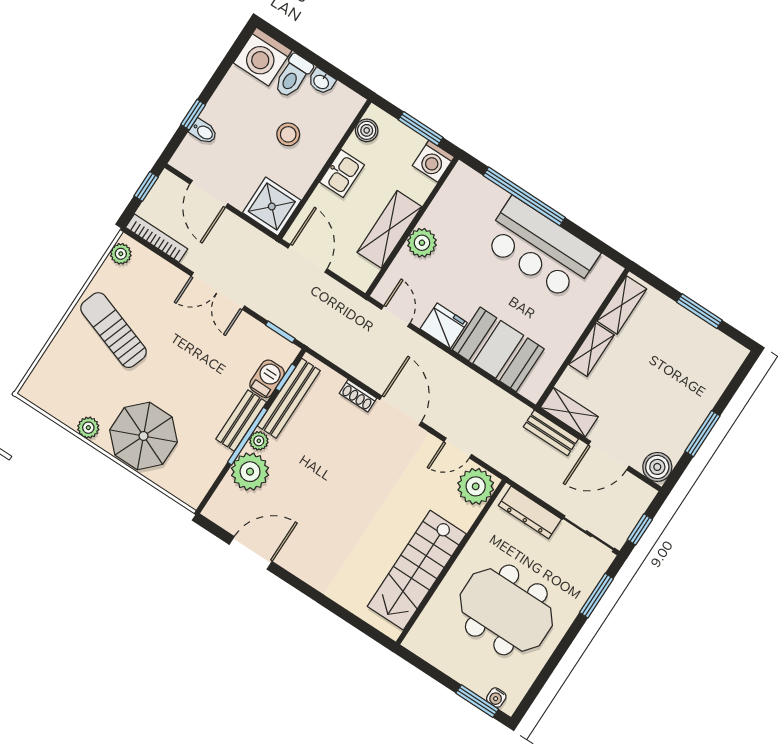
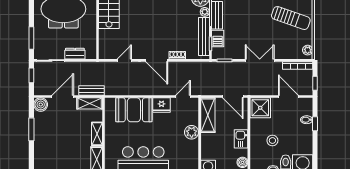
shelving: (389, 229) -> (208, 115), moved
door: (396, 316) -> (183, 96), swing flipped
plant: (476, 486) -> (107, 50), removed
dresser: (530, 512) -> (75, 54), width x0.70

